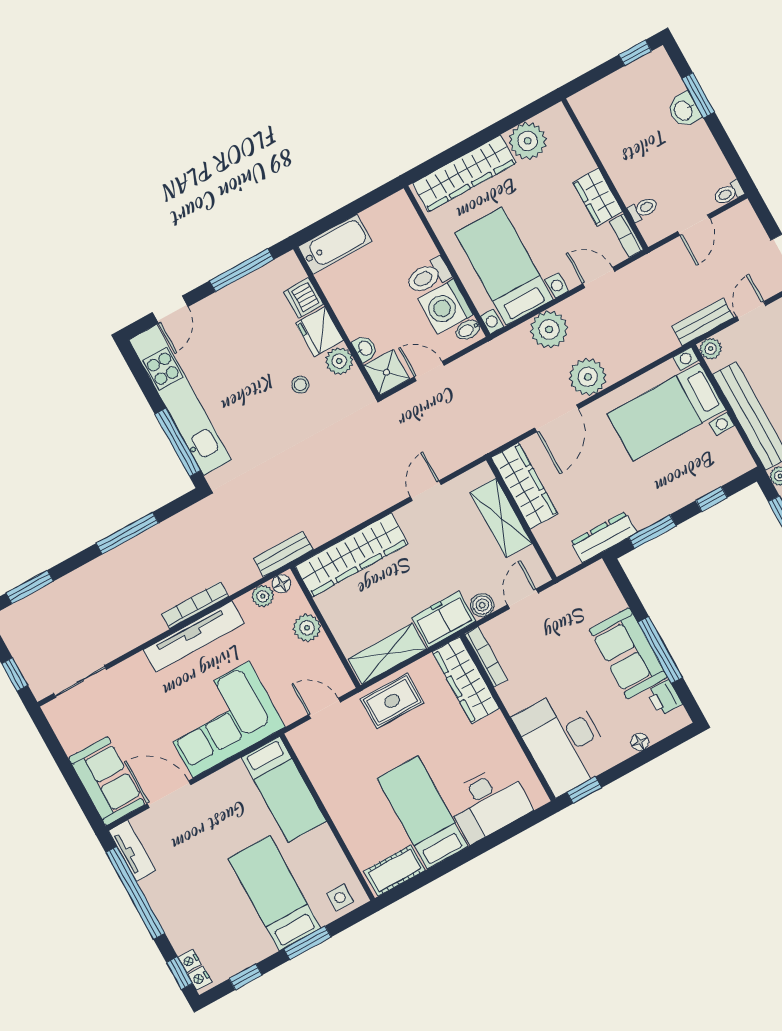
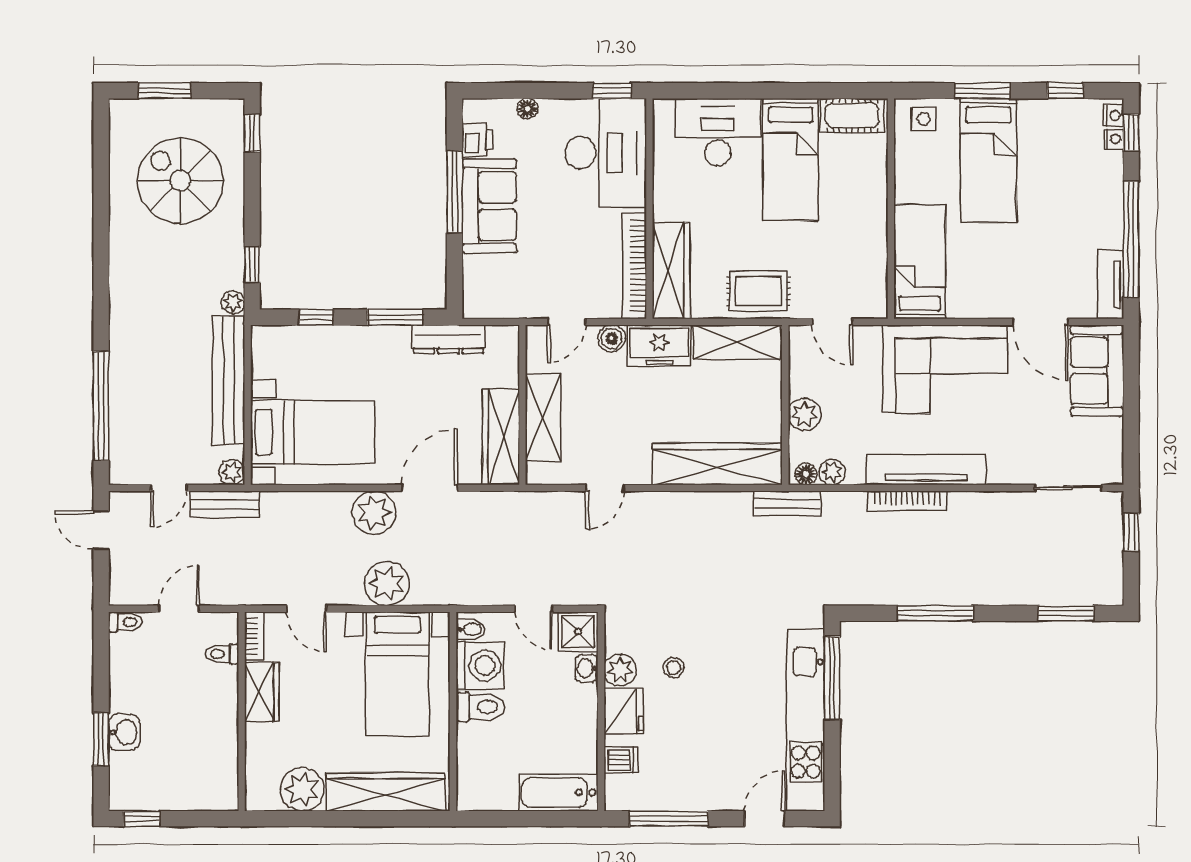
dishwasher: (304, 298) -> (621, 760), width x0.73
bookcase: (486, 657) -> (634, 266), width x1.48, depth x1.31

